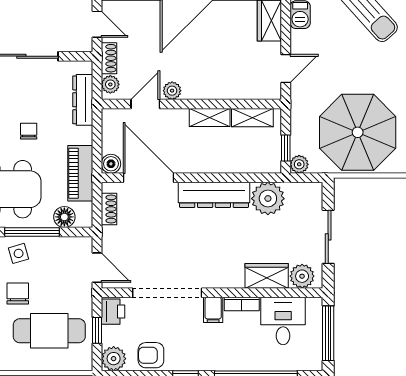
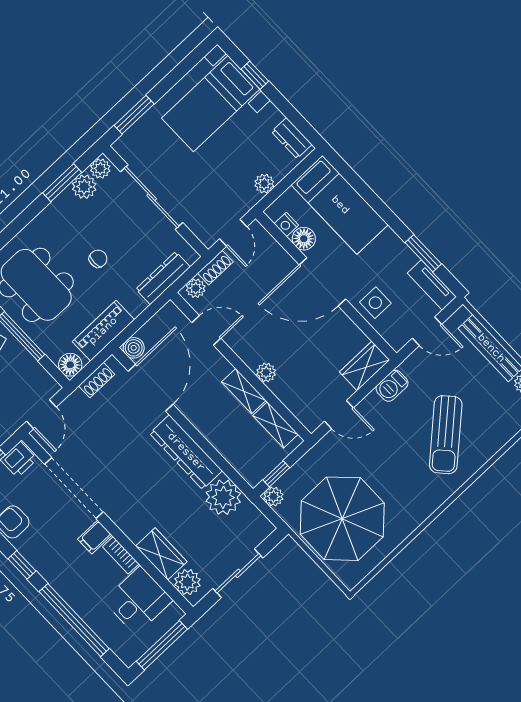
plant: (172, 91) -> (266, 372), moved
floor lamp: (64, 217) -> (70, 365), moved

